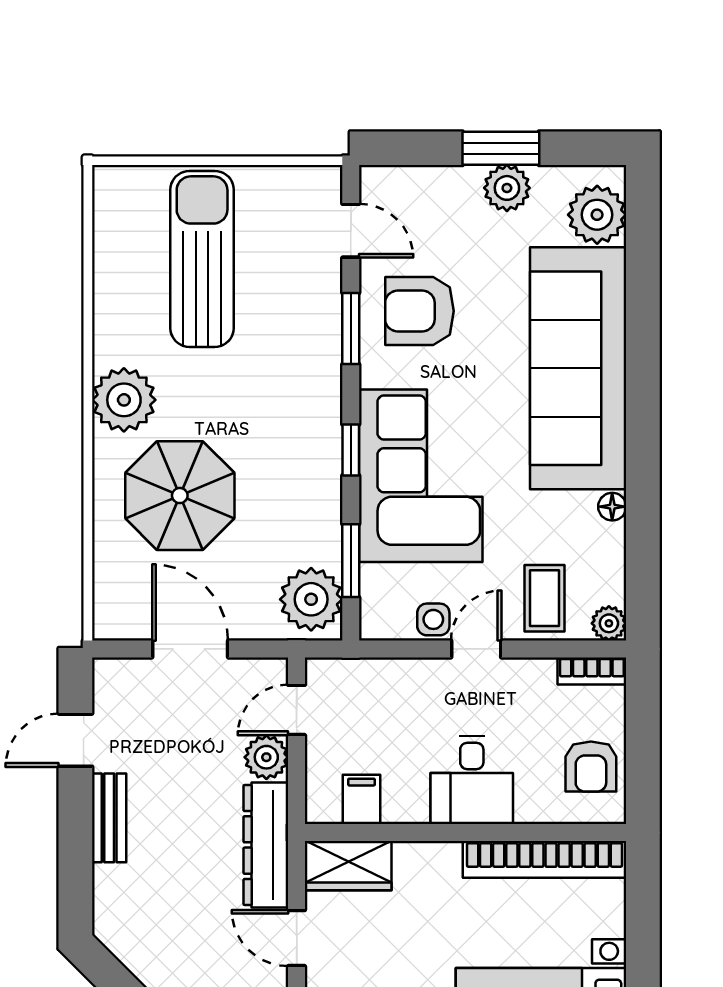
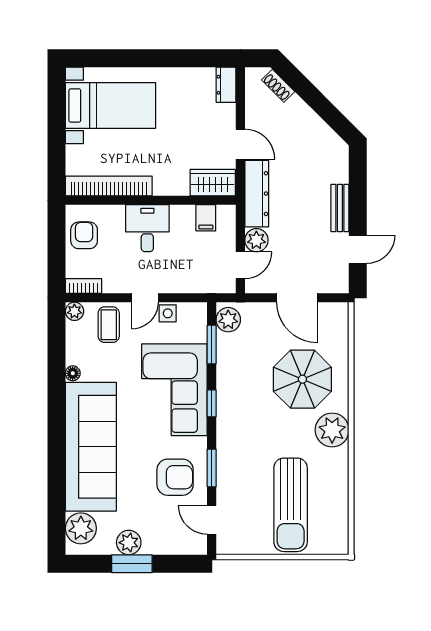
plant: (311, 599) -> (228, 320), width x0.73, depth x0.73

